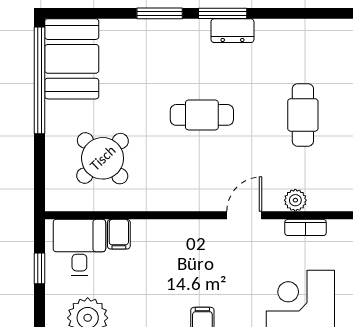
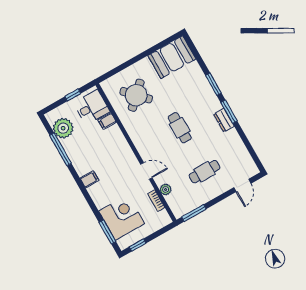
window: (40, 80) -> (155, 49), removed

